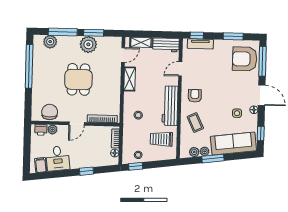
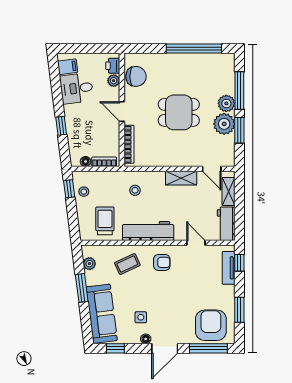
plant: (50, 42) -> (226, 103), moved
plant: (205, 151) -> (91, 277), removed

